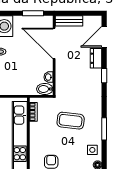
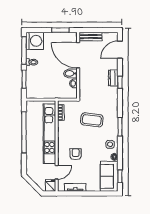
dresser: (96, 58) -> (113, 78), moved
bidet: (45, 89) -> (70, 73), moved

